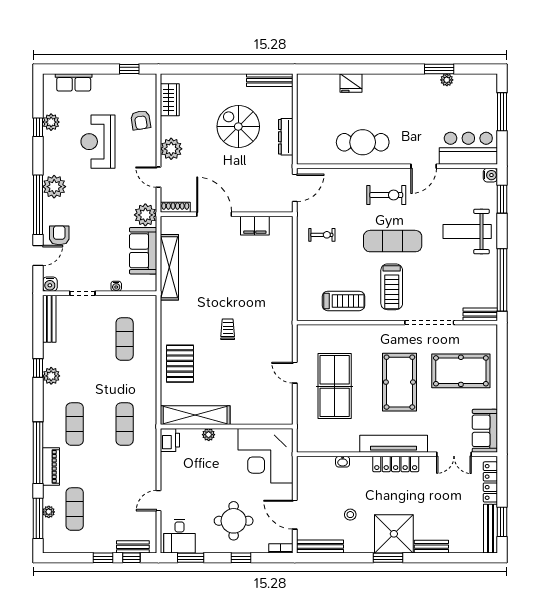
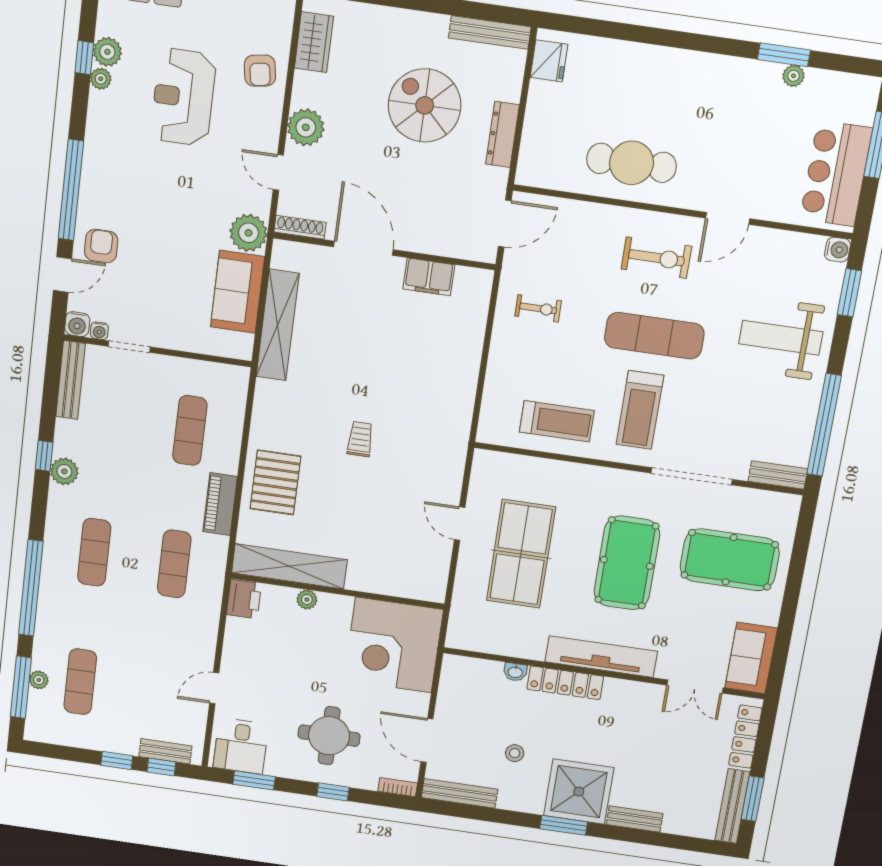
fridge: (351, 83) -> (549, 61), moved, turned -90
bar counter: (468, 148) -> (836, 174), moved, turned -90
plant: (54, 187) -> (101, 79), moved, width x0.53, depth x0.53
water cooler: (116, 286) -> (99, 331), moved
locker: (396, 464) -> (565, 683), moved
piano: (51, 467) -> (220, 504), moved, turned 180

